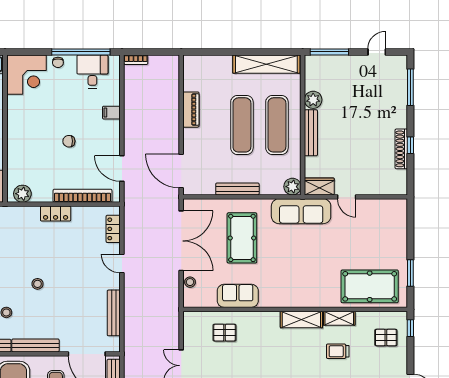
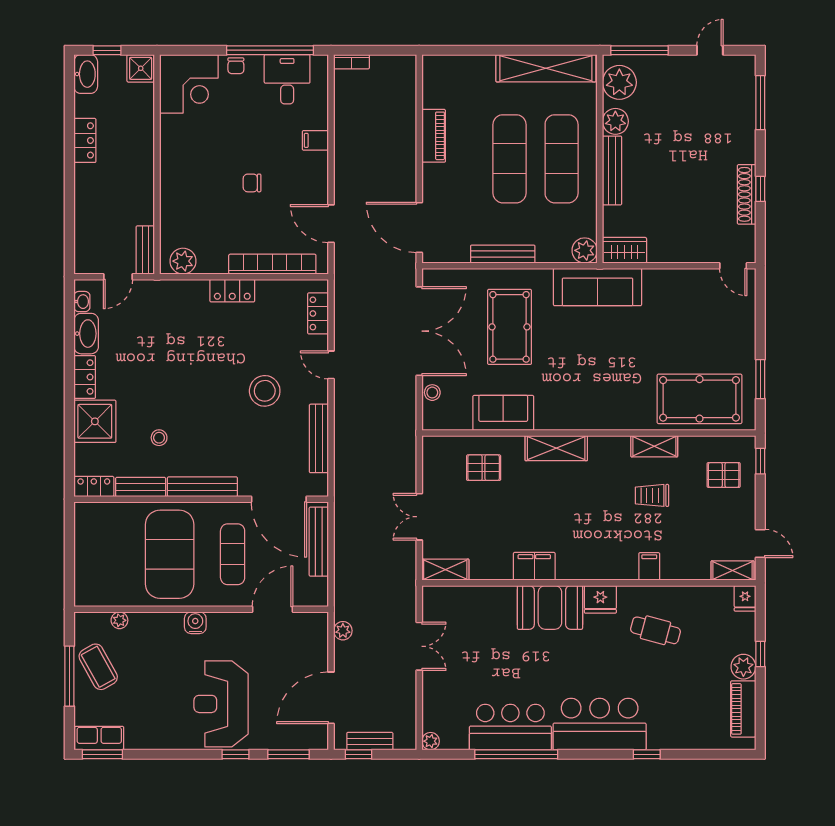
plant: (316, 74) -> (619, 82), added
door: (347, 197) -> (733, 266), moved
stool: (38, 284) -> (265, 391), moved, width x1.89, depth x1.89
shelving: (301, 320) -> (556, 448), moved

